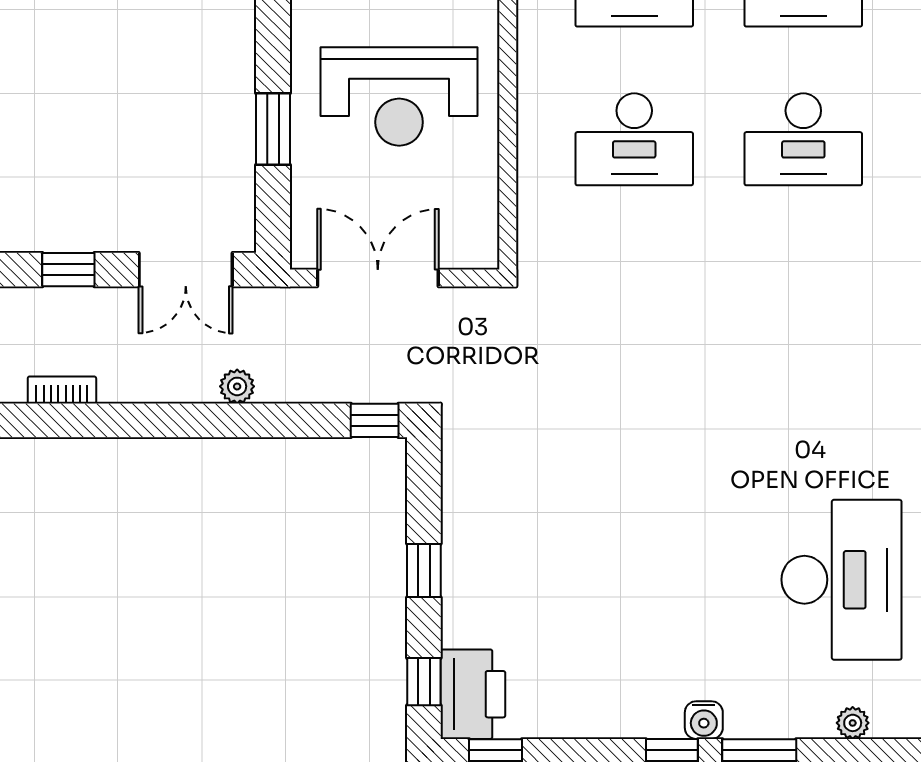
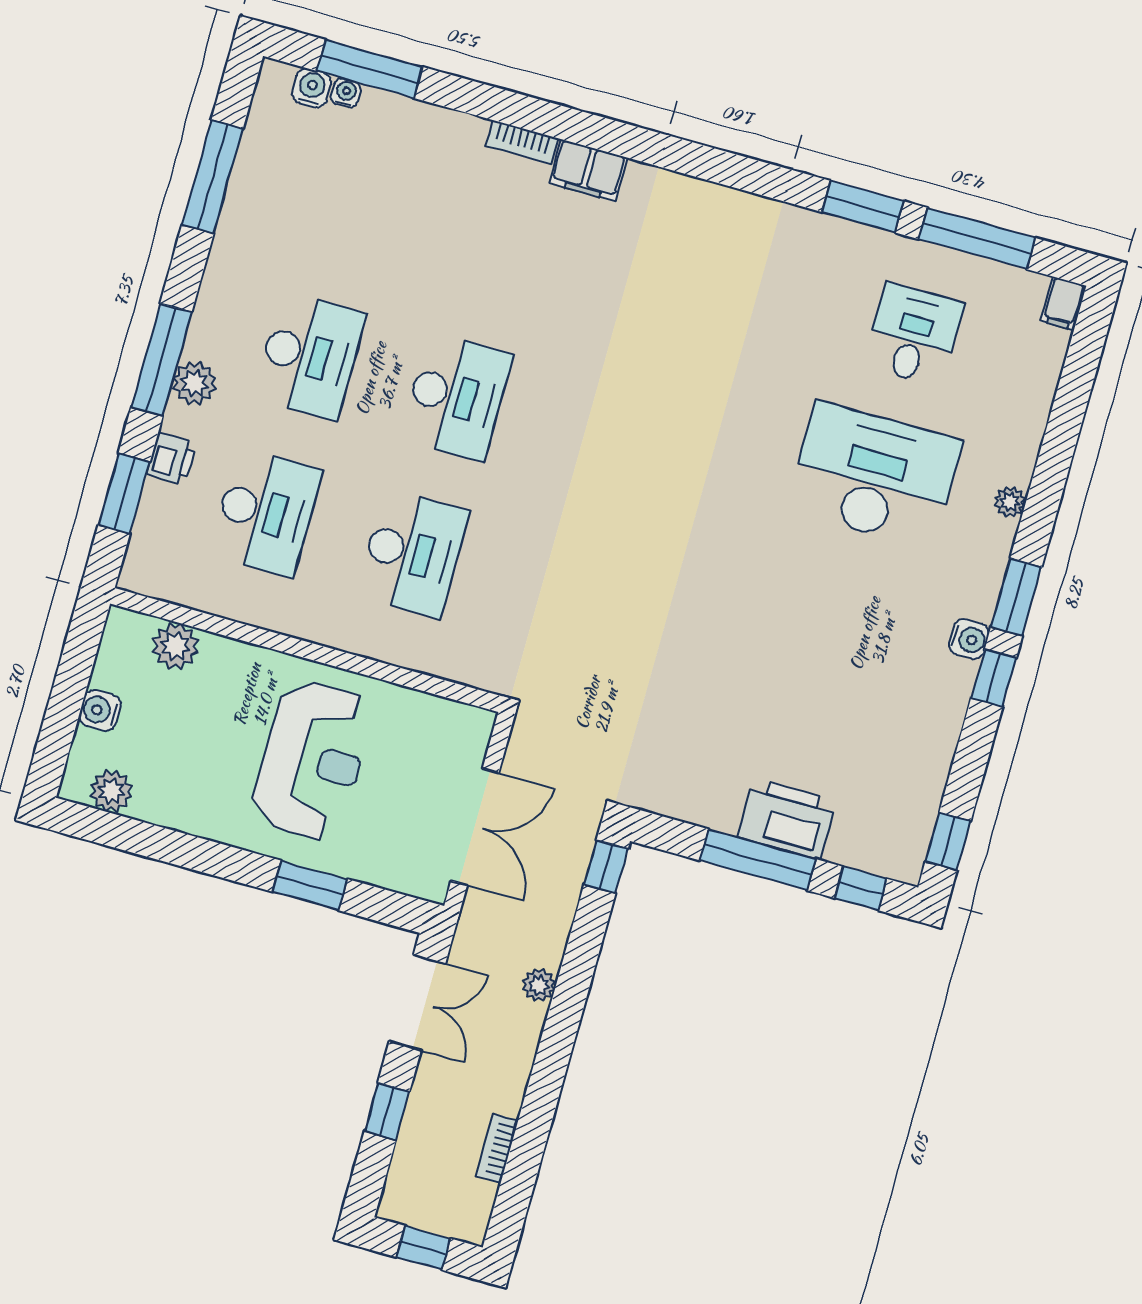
double door: (378, 278) -> (475, 827), swing flipped
window: (424, 571) -> (758, 860), width x2.17
printer: (473, 694) -> (787, 819), moved

